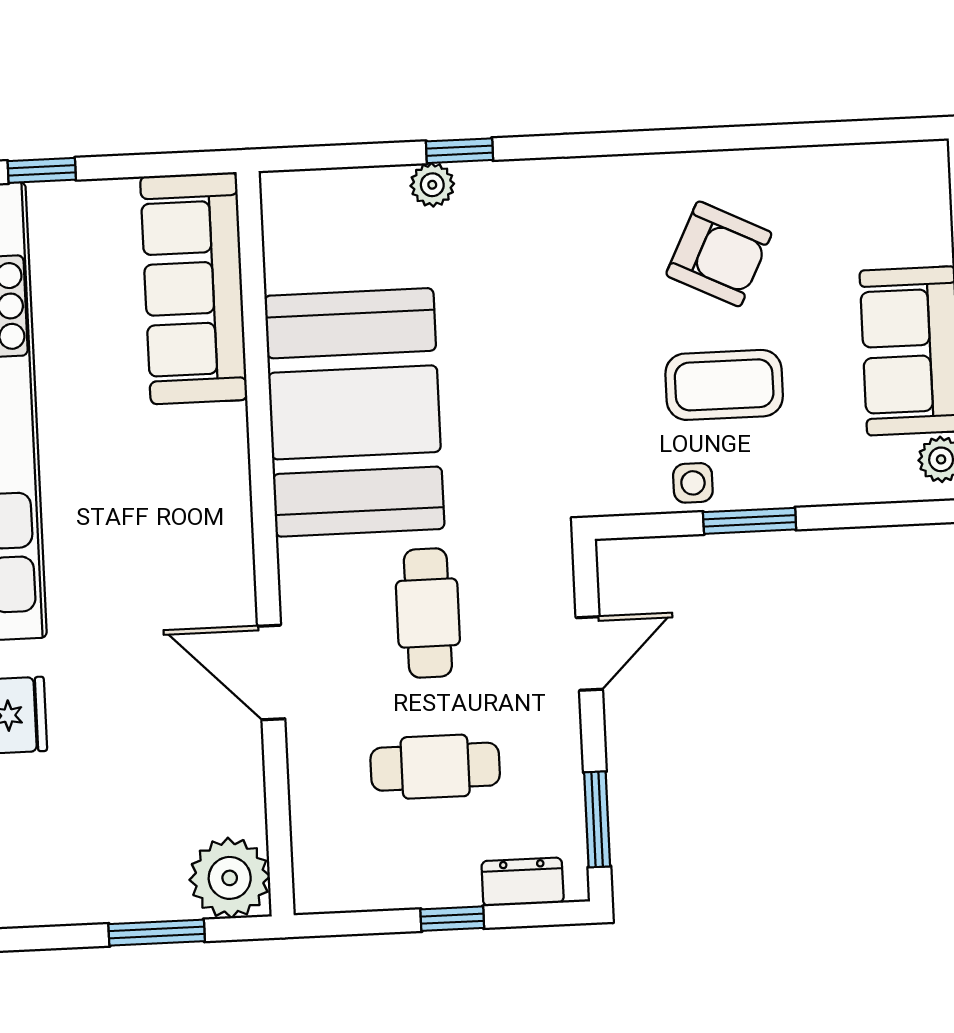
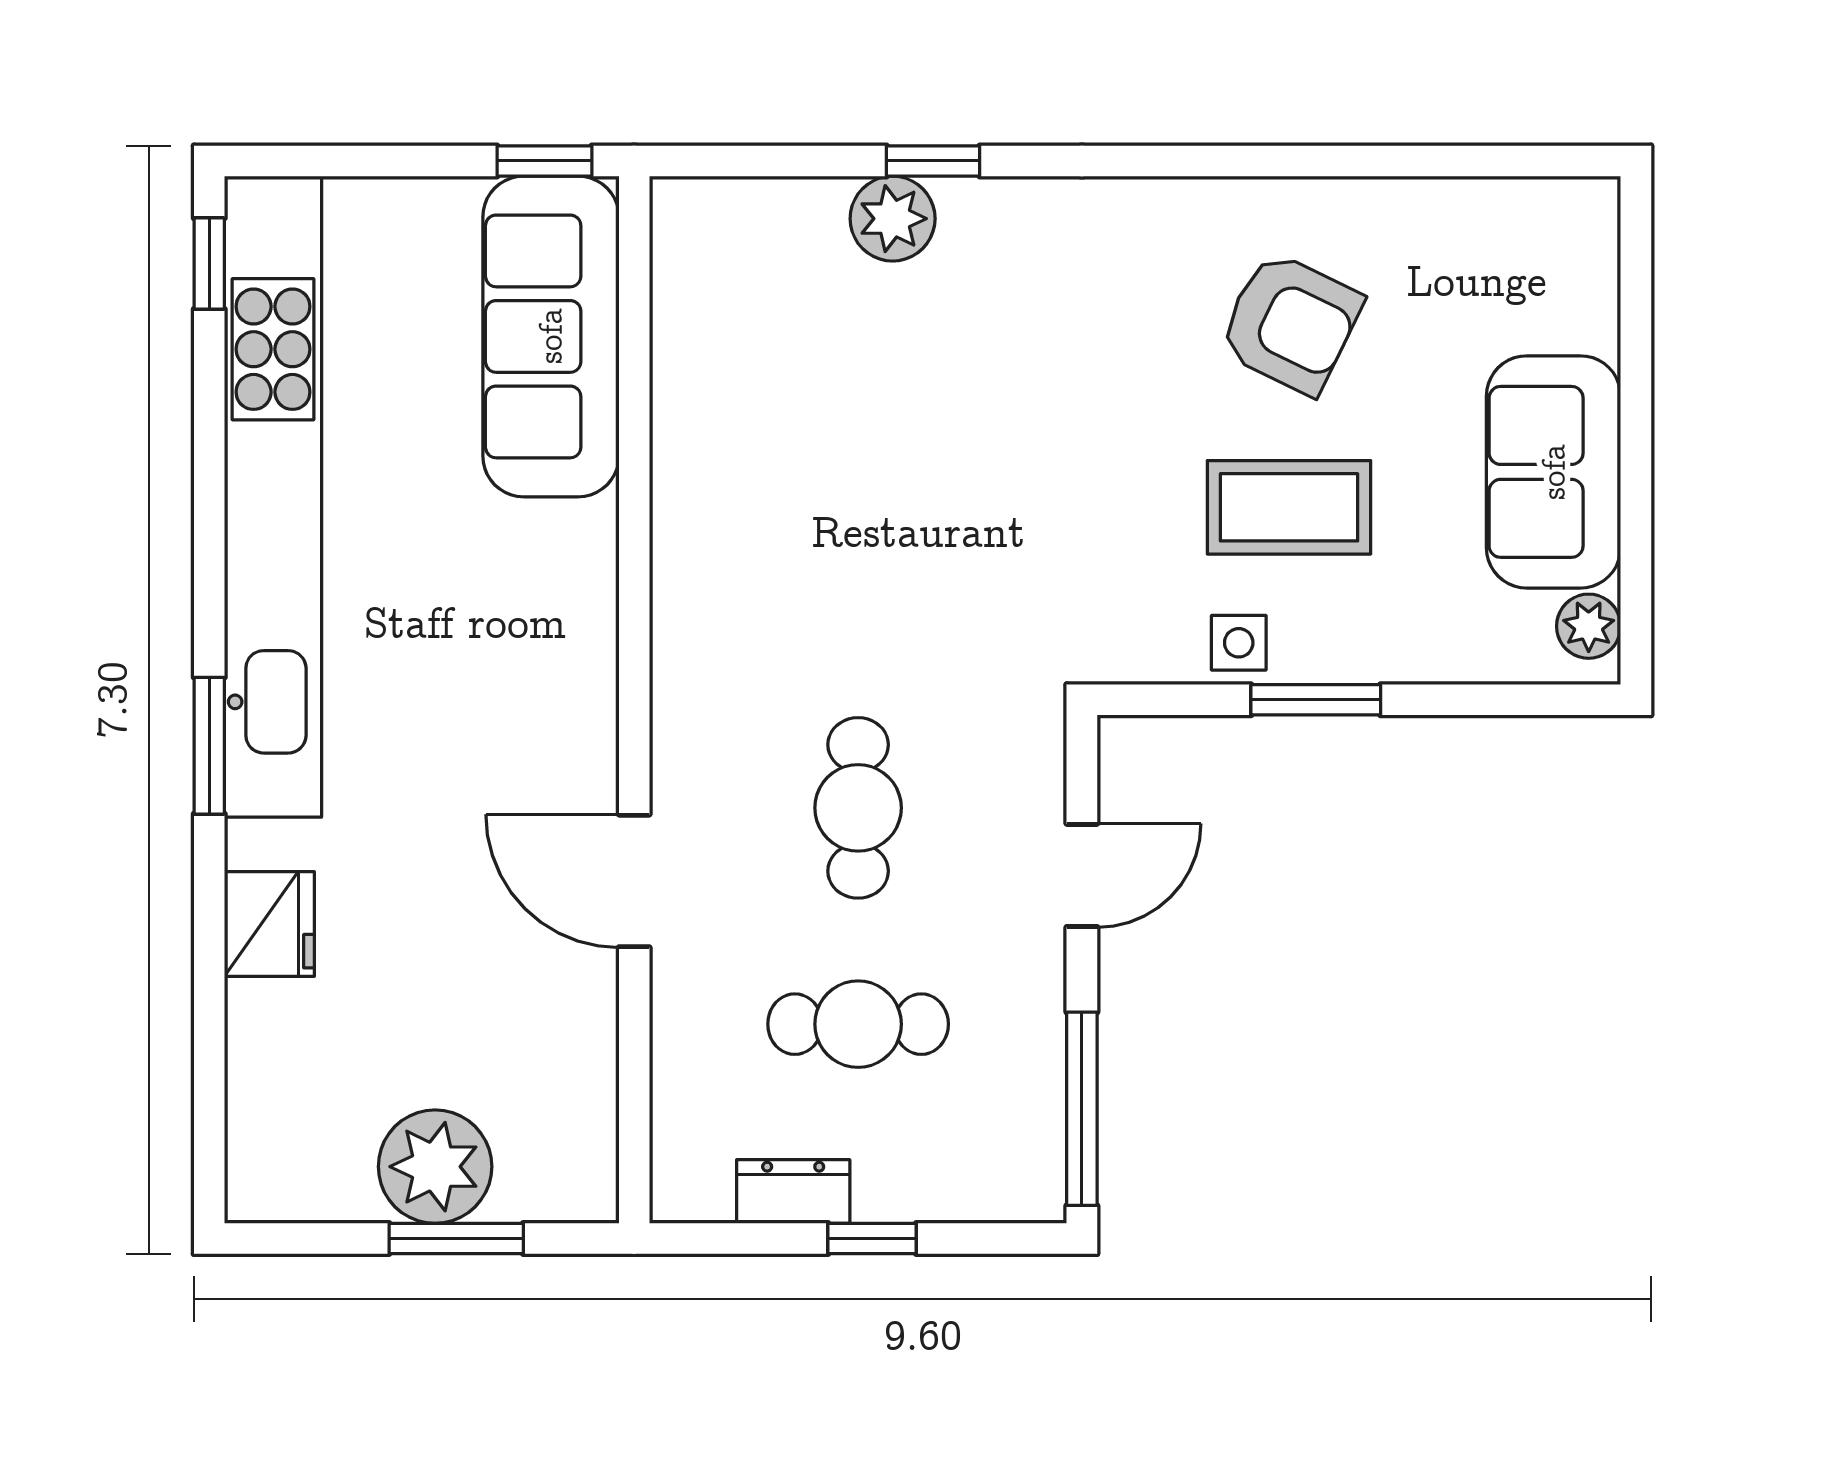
window: (42, 170) -> (544, 161), moved
plant: (432, 185) -> (893, 219), width x1.38, depth x1.38
booth: (354, 412) -> (768, 521), removed
window: (597, 819) -> (1082, 1109), width x1.44
plant: (230, 878) -> (435, 1167), moved
dresser: (523, 882) -> (793, 1192), moved

